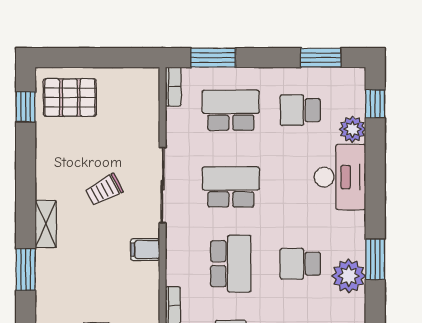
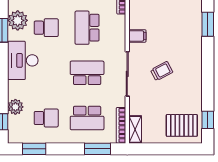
bookcase: (173, 87) -> (121, 125), width x1.56
desk: (340, 177) -> (23, 60), moved
school desk: (231, 187) -> (87, 73), turned 180
shelving: (46, 224) -> (135, 129), moved

